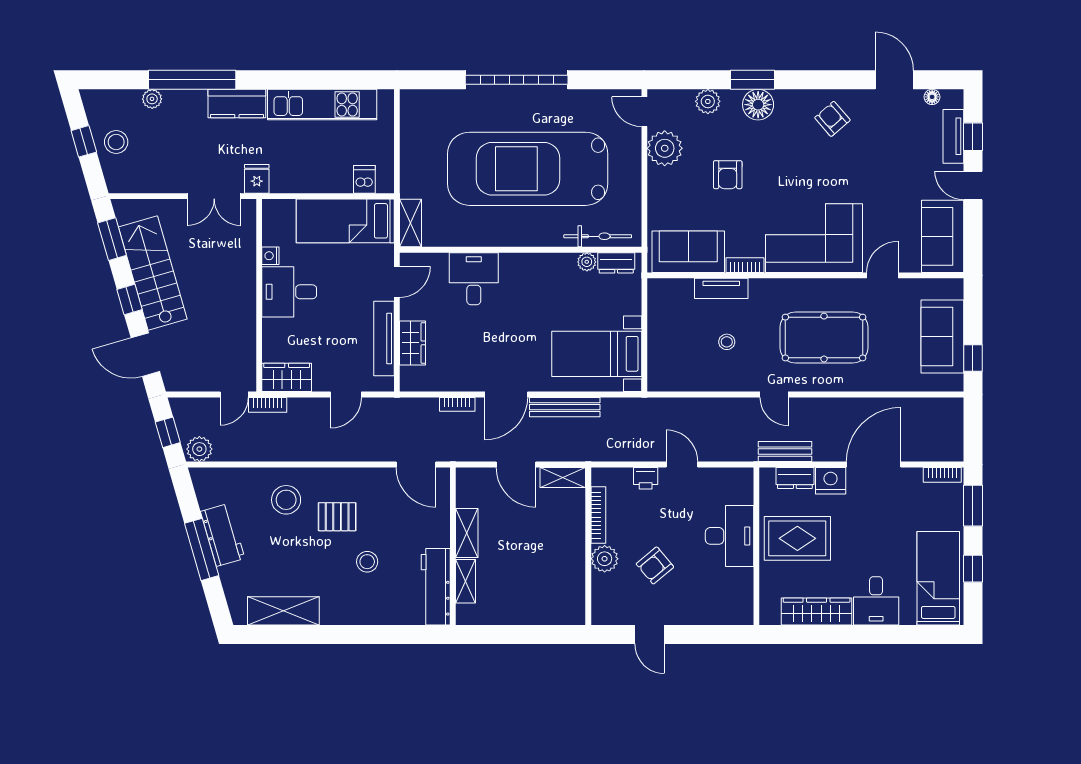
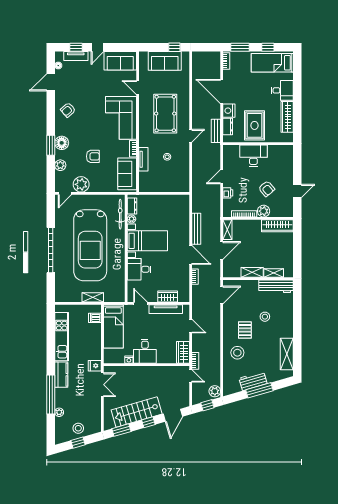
shelving: (410, 223) -> (93, 297), moved
bed with nightstands: (597, 354) -> (147, 241), moved, turned -90
wardrobe: (572, 590) -> (277, 226), added

